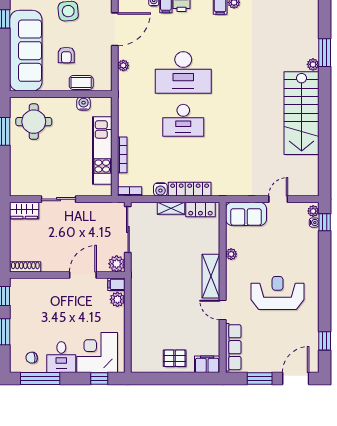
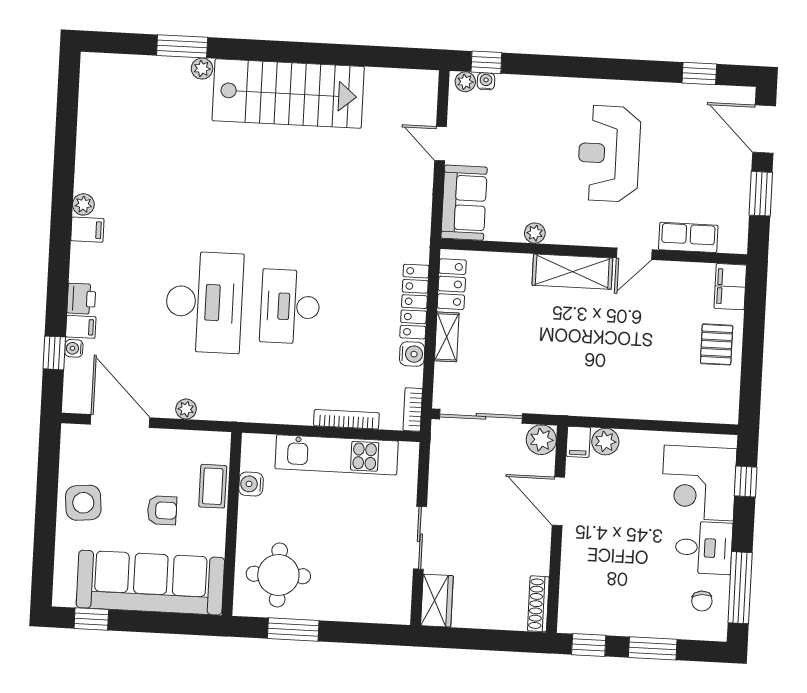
desk: (183, 120) -> (290, 307), turned 180
row of seats: (233, 347) -> (688, 237), width x0.68

